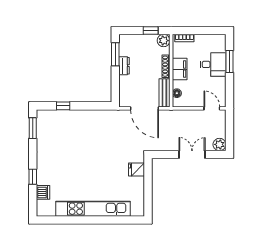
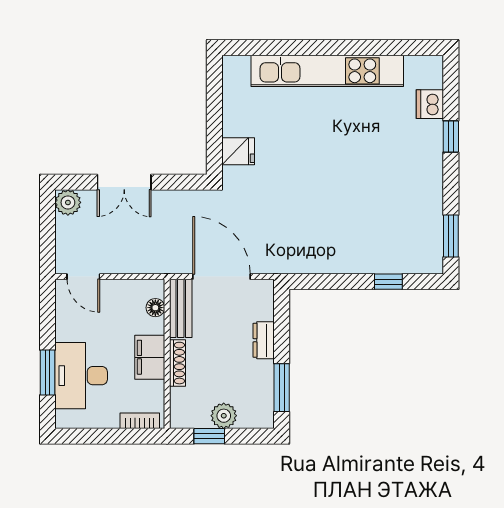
plant: (164, 41) -> (224, 416), moved
desk: (213, 64) -> (81, 376), width x1.37
dresser: (124, 66) -> (264, 340), moved

